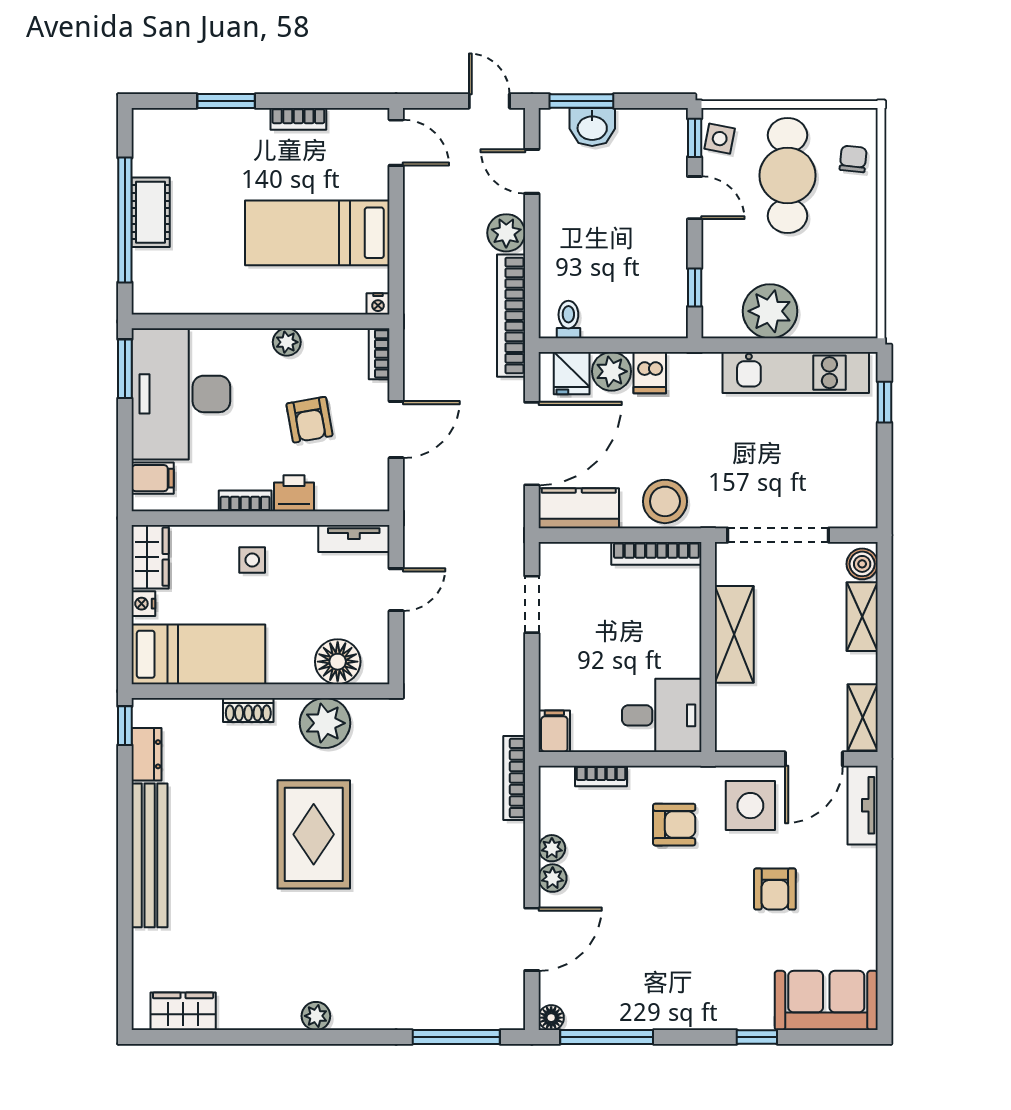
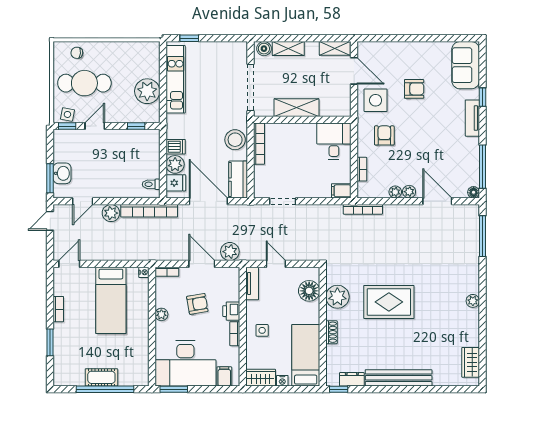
plant: (423, 490) -> (230, 252), added
tv unit: (863, 805) -> (472, 118), moved, turned 90

